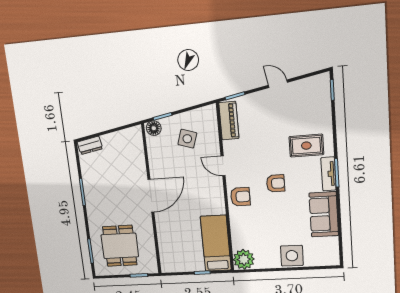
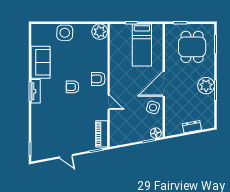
side table: (187, 139) -> (153, 107), moved
dresser: (90, 145) -> (192, 127), moved
rug: (306, 146) -> (49, 112), removed
plant: (95, 197) -> (206, 86), added
bed: (216, 243) -> (142, 45), moved

